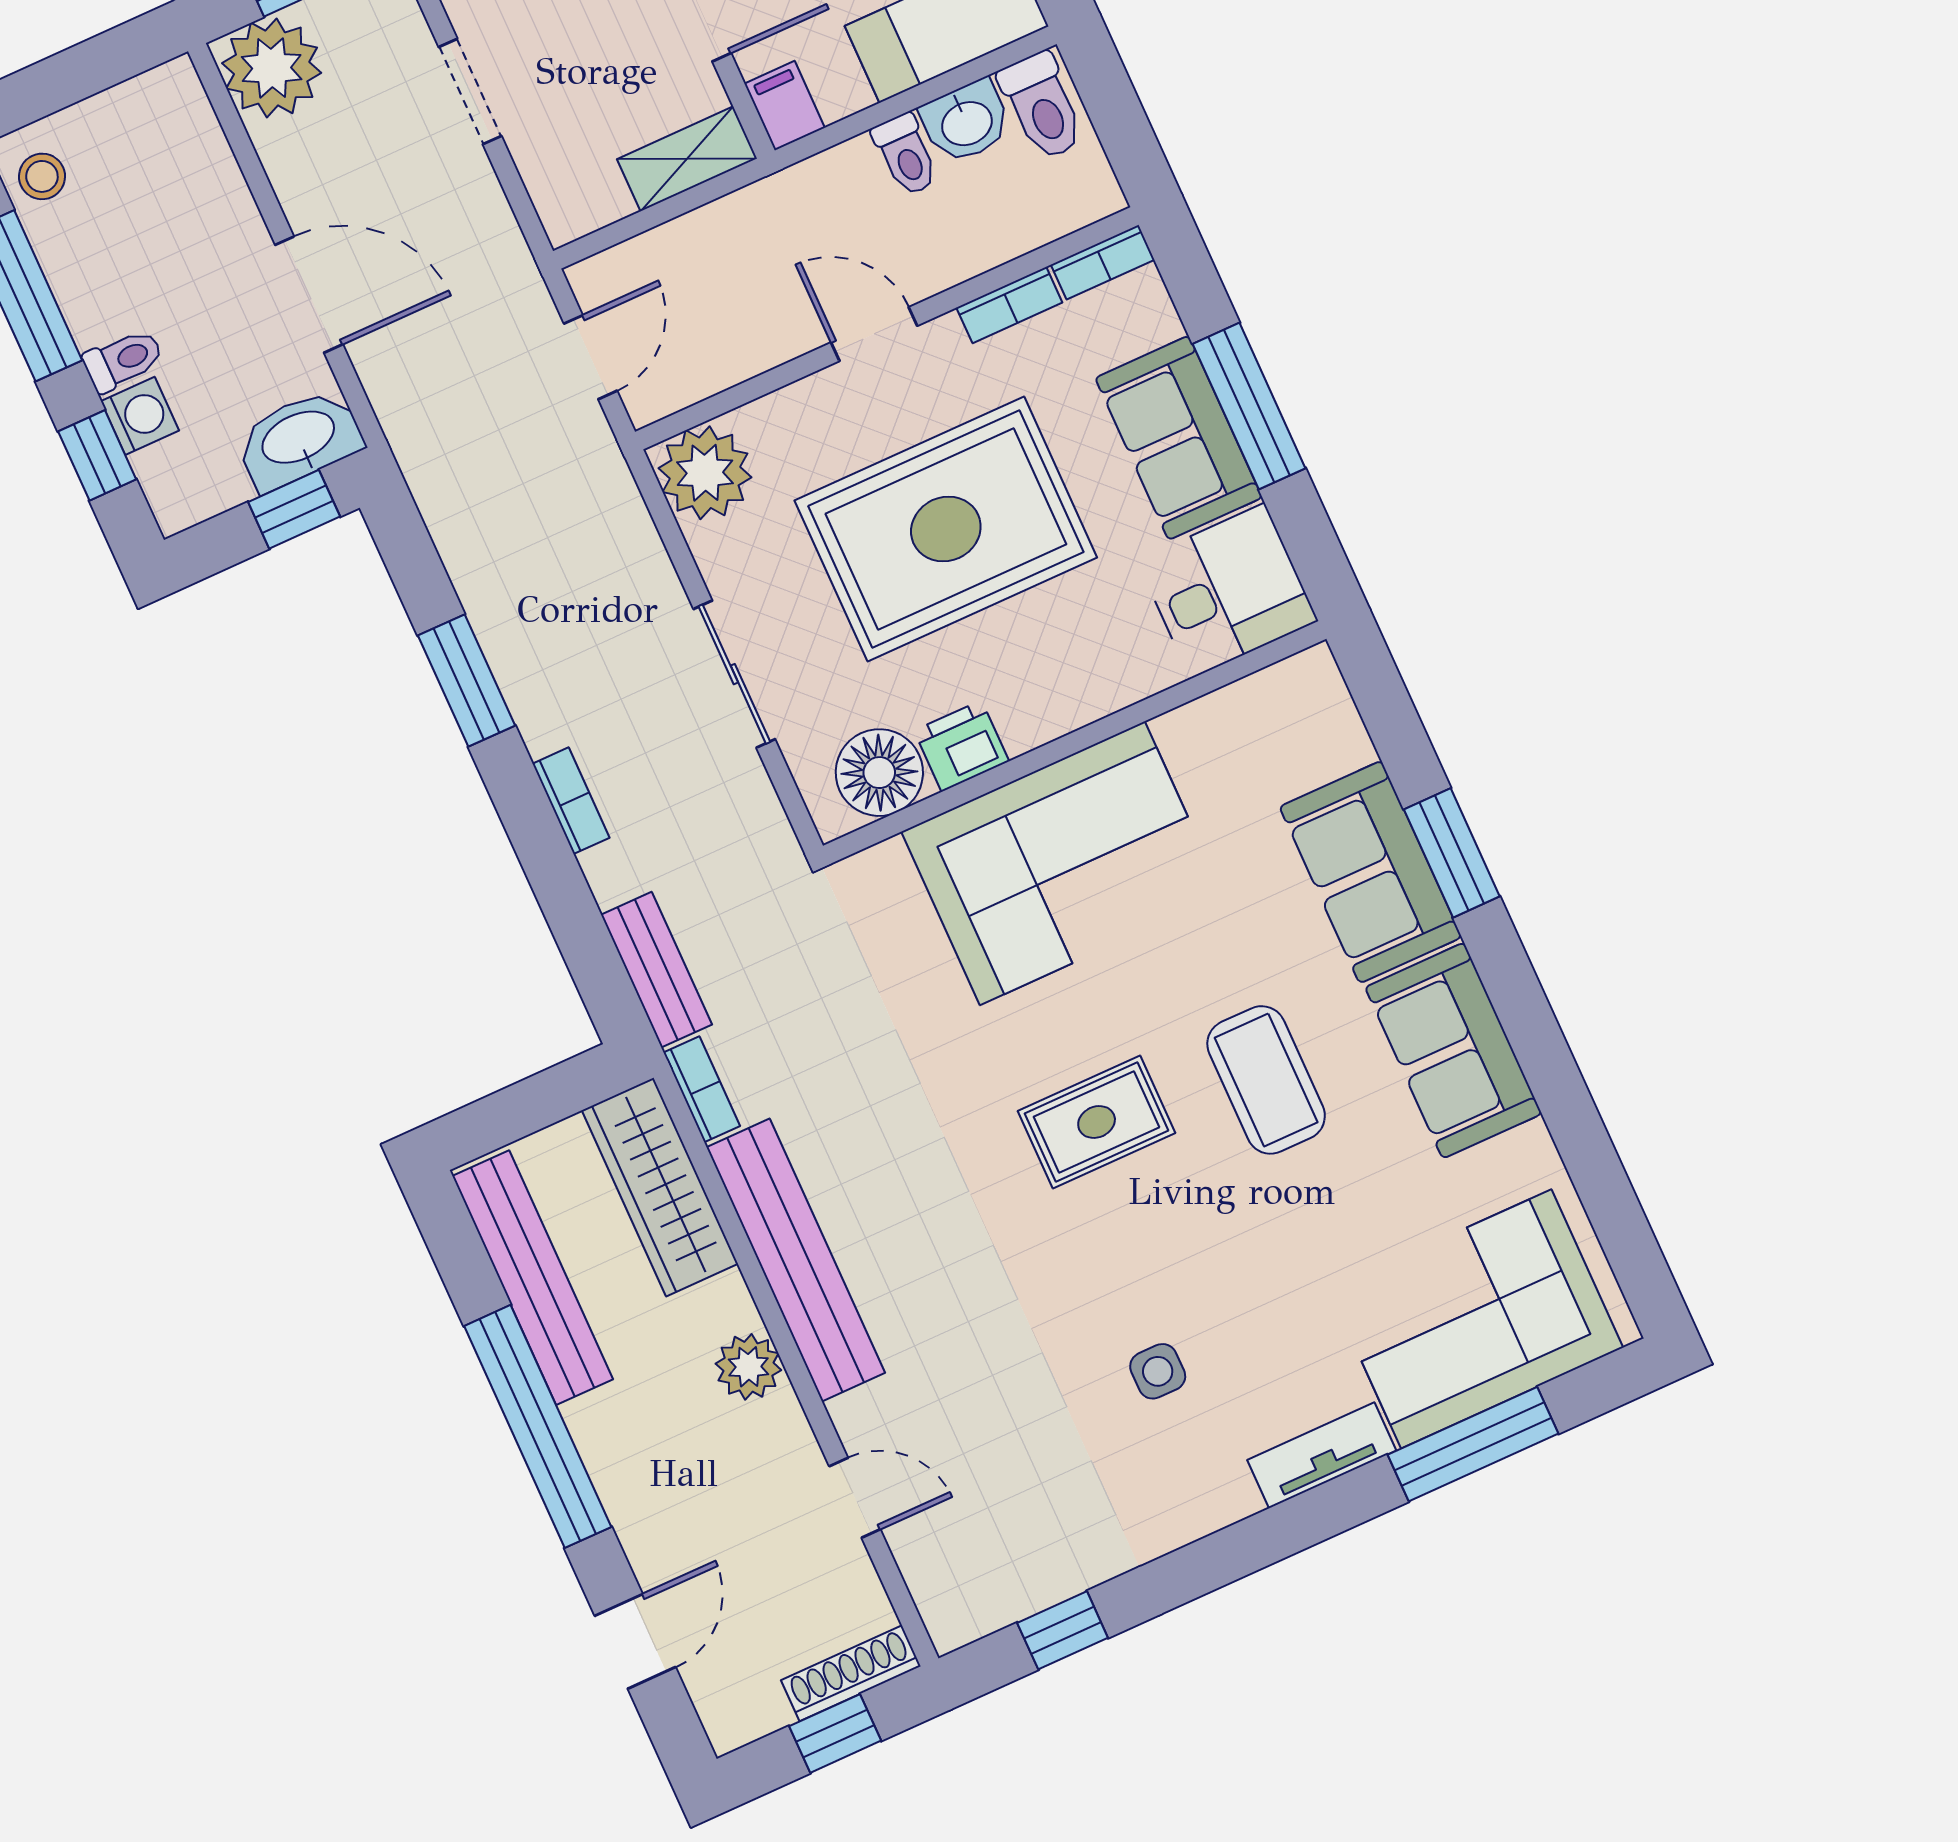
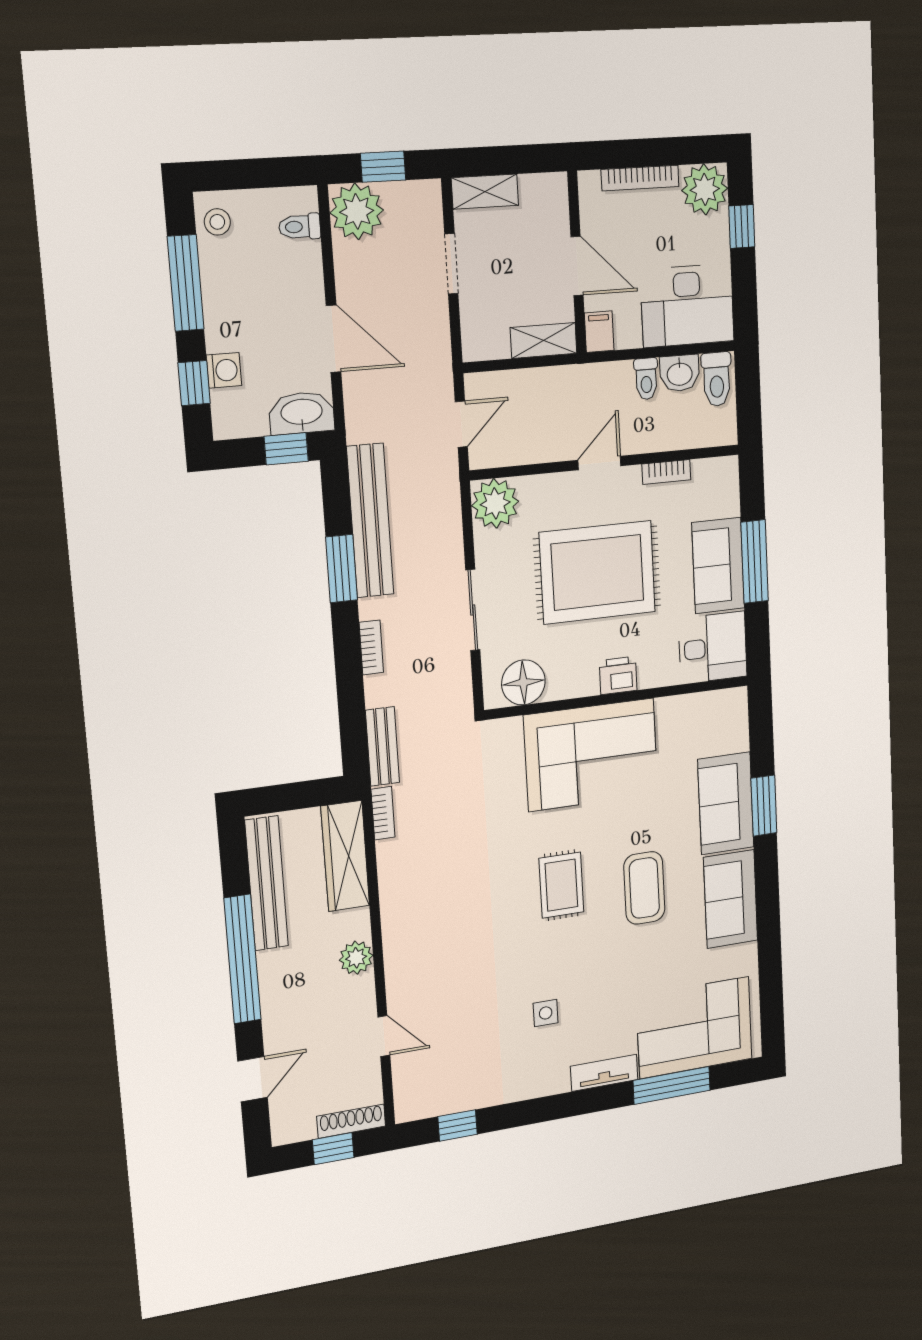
bookcase: (1103, 262) -> (716, 467), removed
door: (874, 334) -> (599, 463), hinge flipped
toilet: (123, 360) -> (300, 227), moved, turned 180
printer: (961, 746) -> (618, 675), moved
rug: (1097, 1122) -> (561, 885), turned 90
bench: (796, 1260) -> (370, 521), moved

